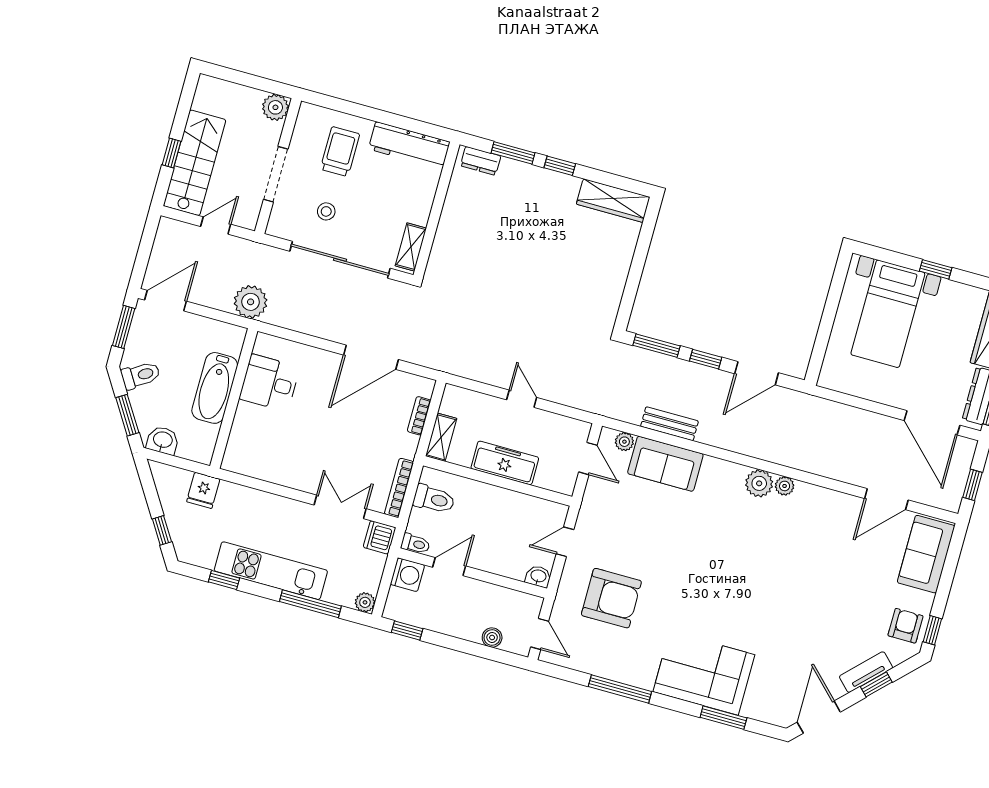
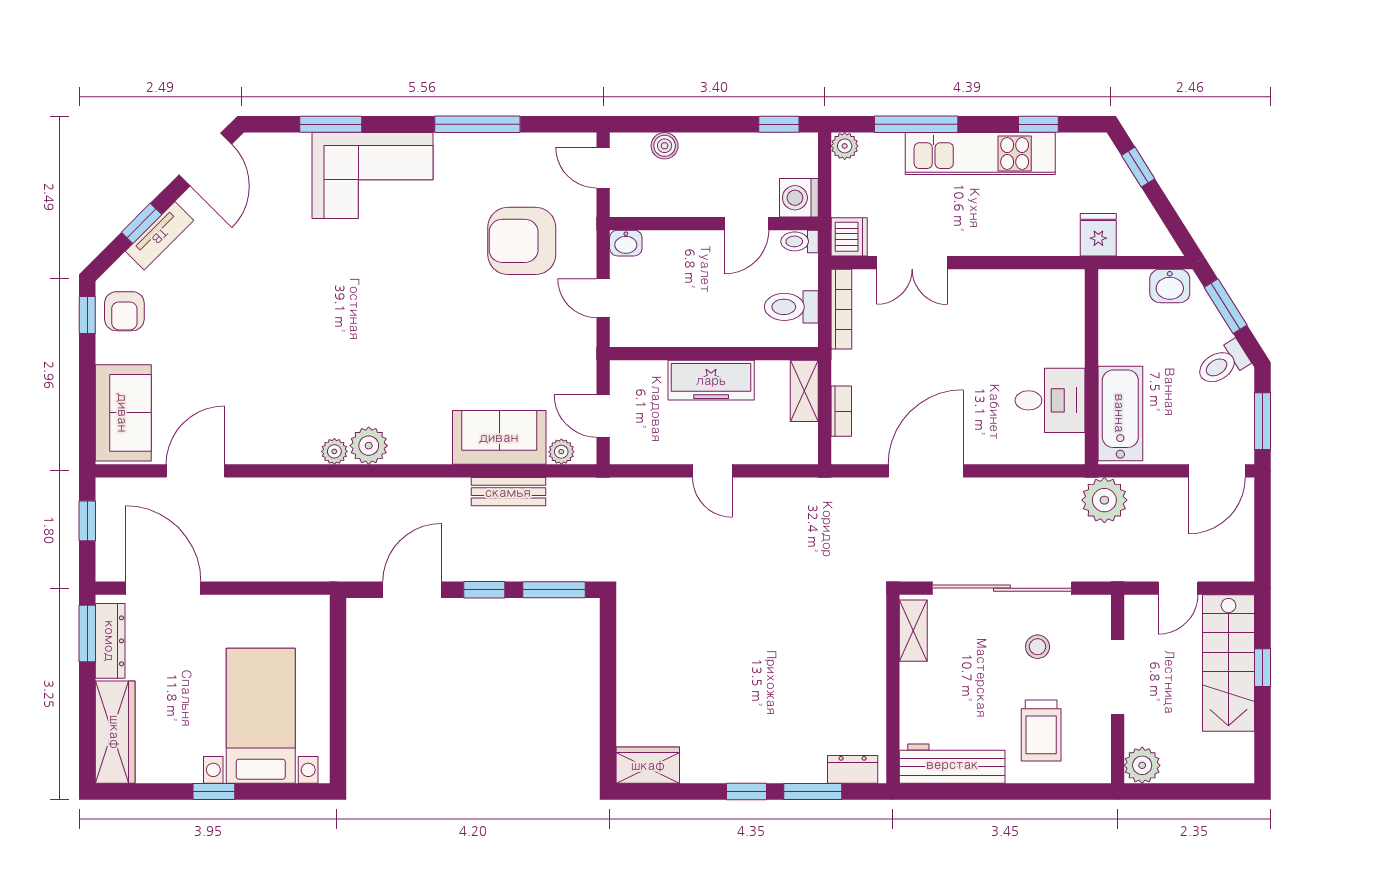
wardrobe: (613, 201) -> (648, 765), width x0.67
bathtub: (215, 388) -> (1120, 413), moved
door: (565, 542) -> (603, 298), swing flipped

